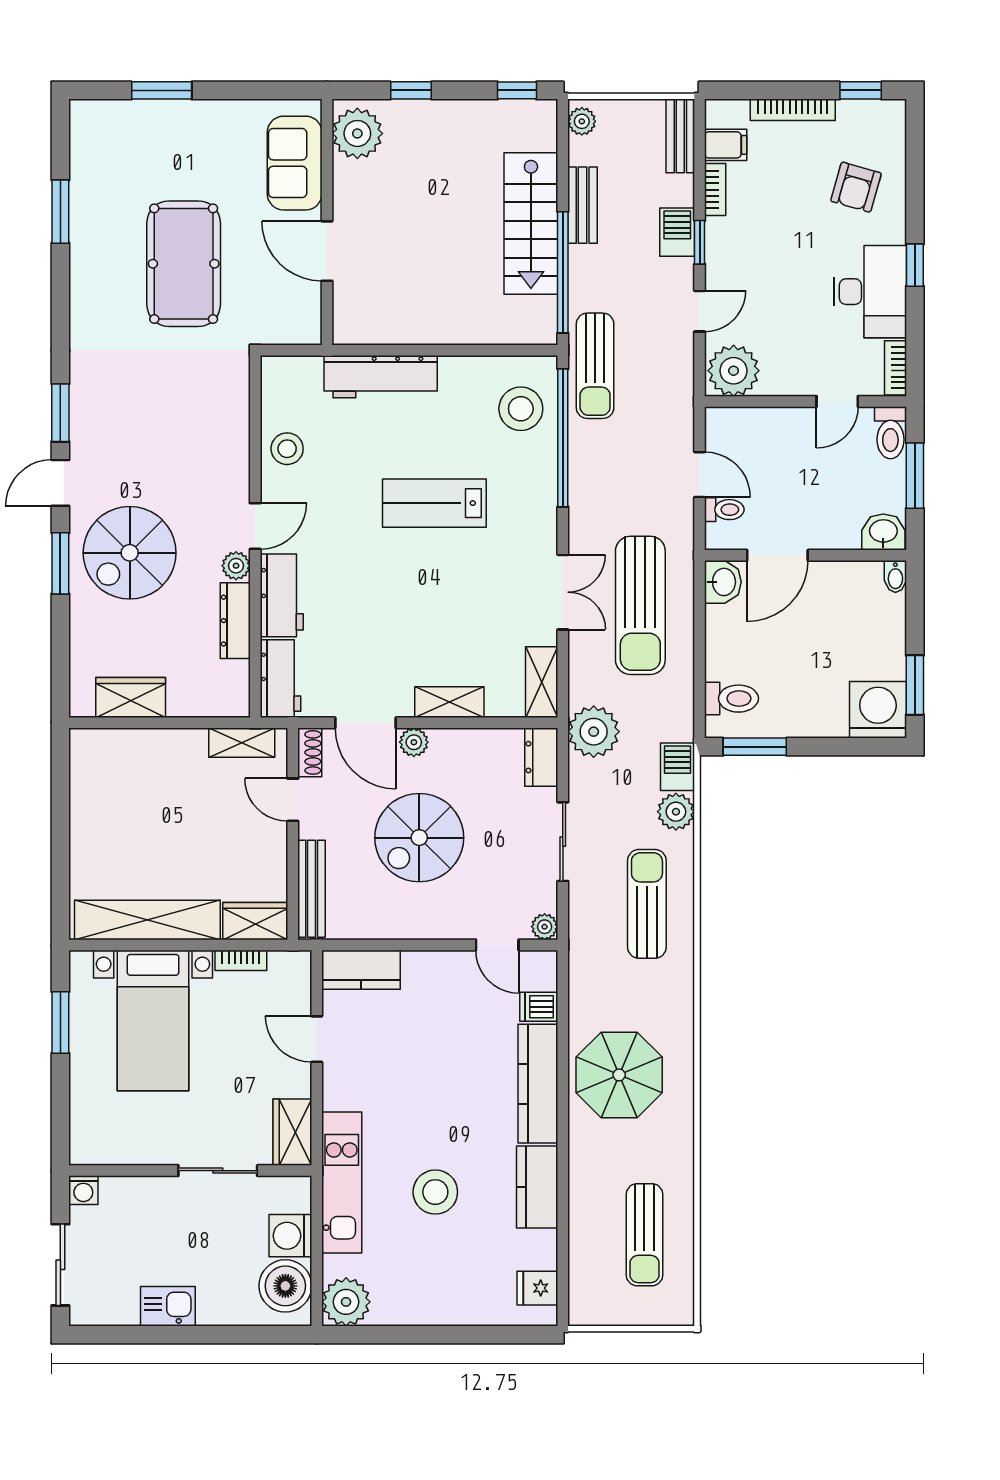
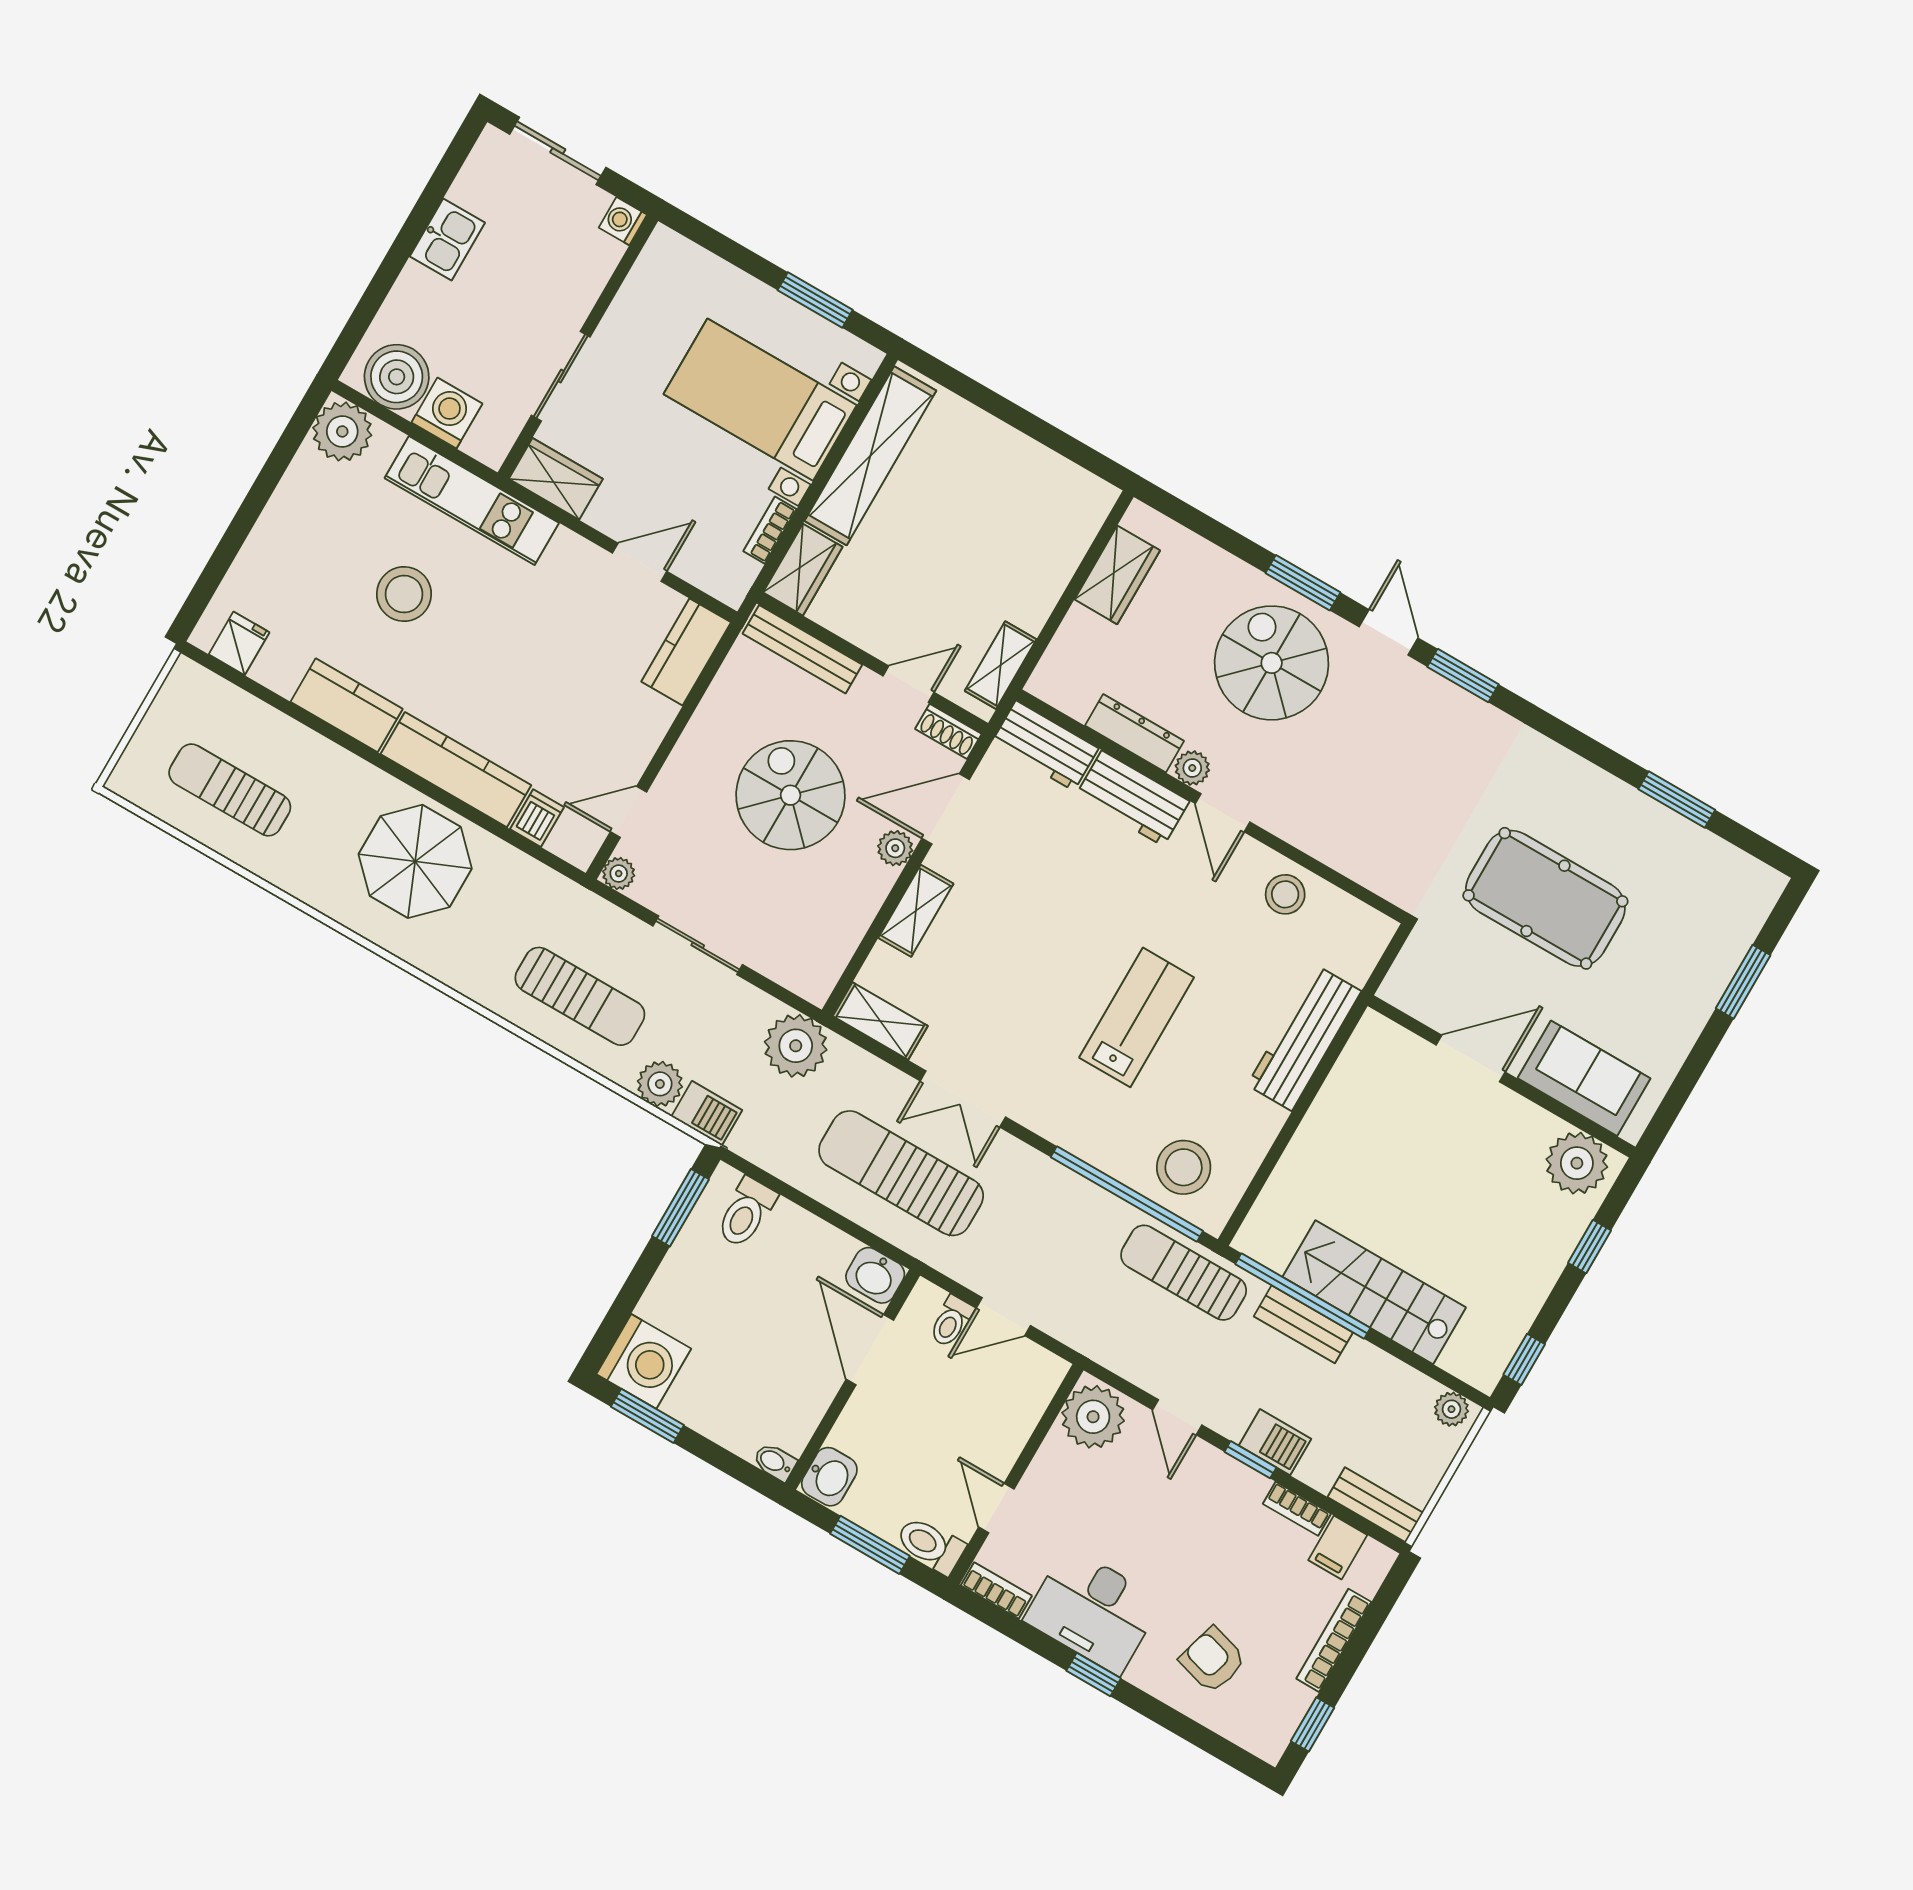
bench: (583, 205) -> (1303, 1324), moved
dresser: (541, 757) -> (801, 974), removed

